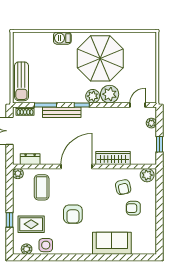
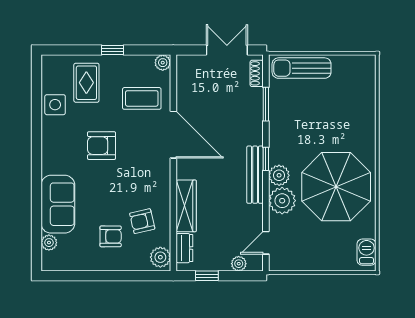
barbecue: (62, 38) -> (367, 252), moved
door: (138, 105) -> (266, 243), swing flipped
bench: (62, 112) -> (255, 175), moved
dresser: (30, 159) -> (184, 248), moved
door: (77, 166) -> (173, 135), moved
armchair: (133, 208) -> (111, 236), turned 90
window: (10, 220) -> (112, 50), moved
plant: (27, 249) -> (49, 243), moved

